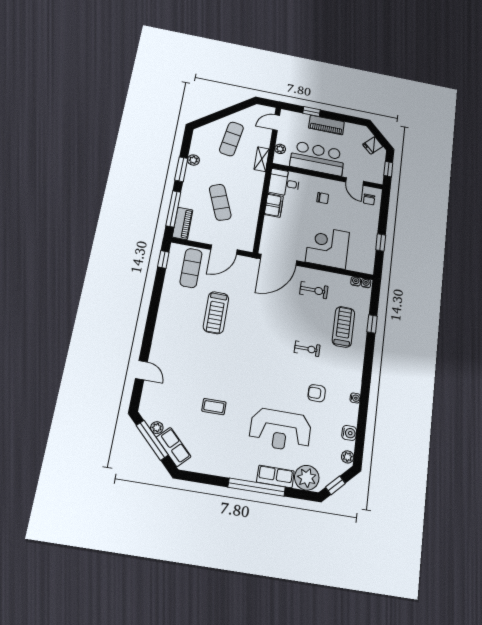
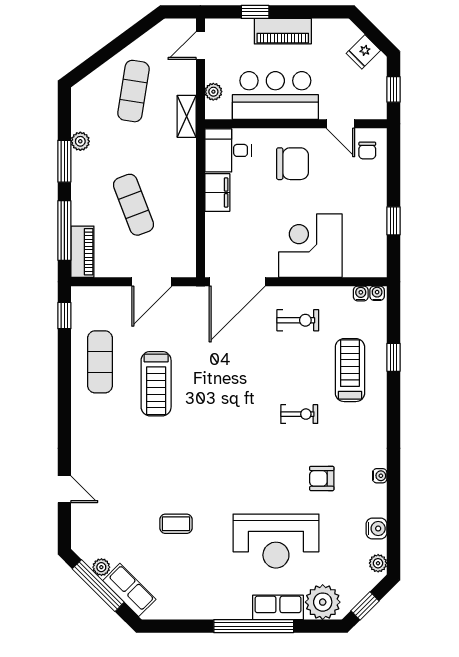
chair: (323, 198) -> (292, 164), width x1.87, depth x1.87
exercise mat: (191, 268) -> (100, 362), moved

